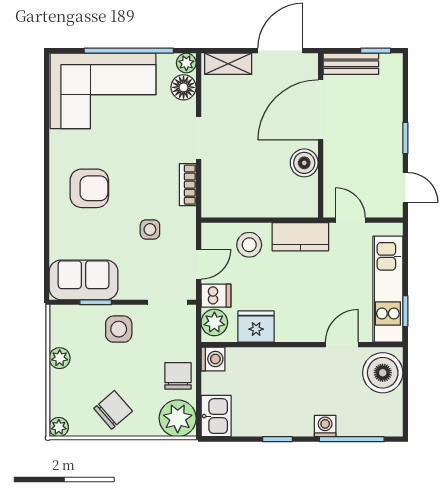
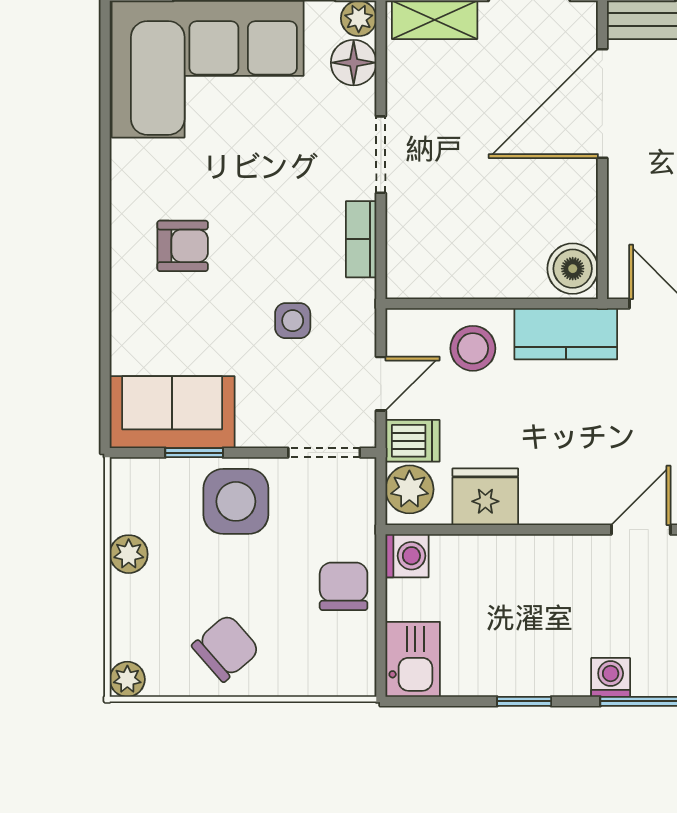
boiler: (304, 163) -> (573, 269), moved
armchair: (89, 188) -> (183, 246), width x0.72, depth x0.72
side table: (119, 329) -> (236, 501), width x1.37, depth x1.37
plant: (178, 418) -> (343, 663), removed

